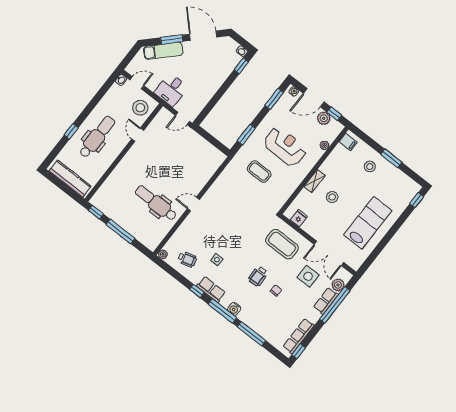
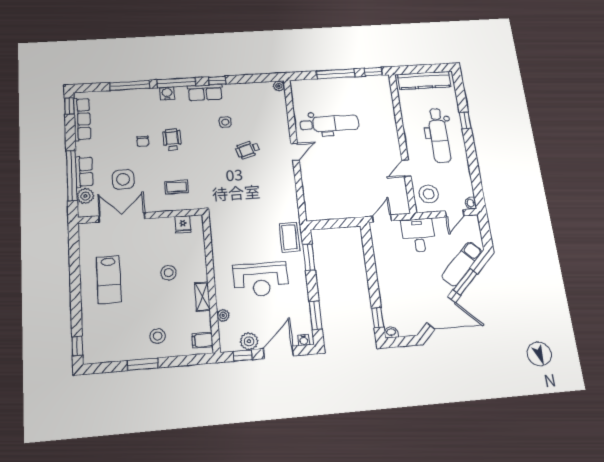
door: (138, 135) -> (406, 168), swing flipped
coffee table: (259, 172) -> (290, 237), moved, turned 90
shelving: (315, 181) -> (202, 297), moved
lab bench: (368, 223) -> (109, 279), width x0.73, depth x0.72
coffee table: (282, 244) -> (177, 187), width x0.54, depth x0.58
wheelchair: (187, 259) -> (248, 150), moved

